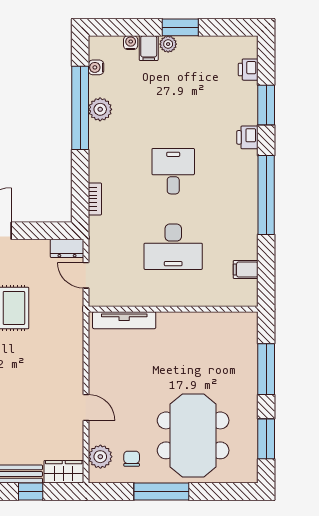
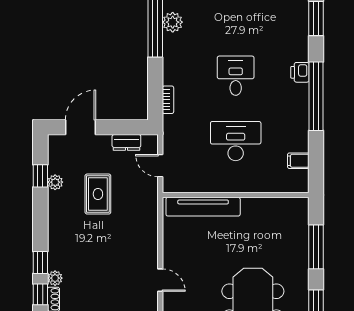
printer: (247, 137) -> (300, 72), moved
desk: (173, 247) -> (236, 141), turned 180
dresser: (67, 248) -> (126, 142), moved
tv unit: (124, 320) -> (203, 207), width x1.36, depth x1.29

